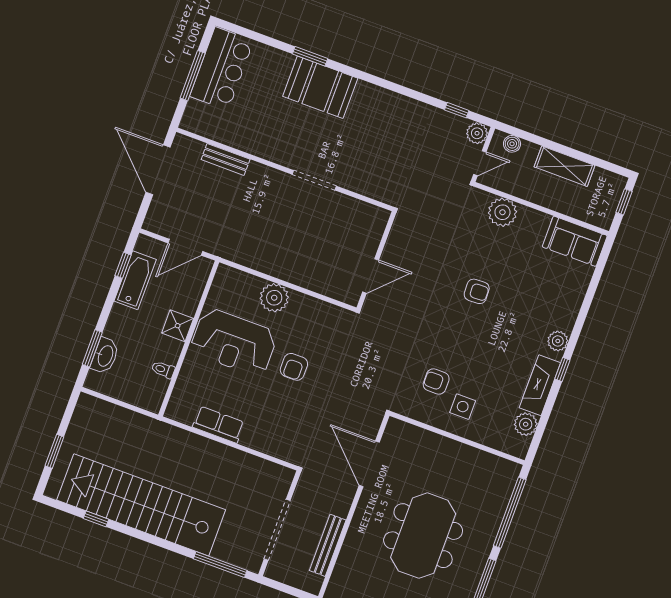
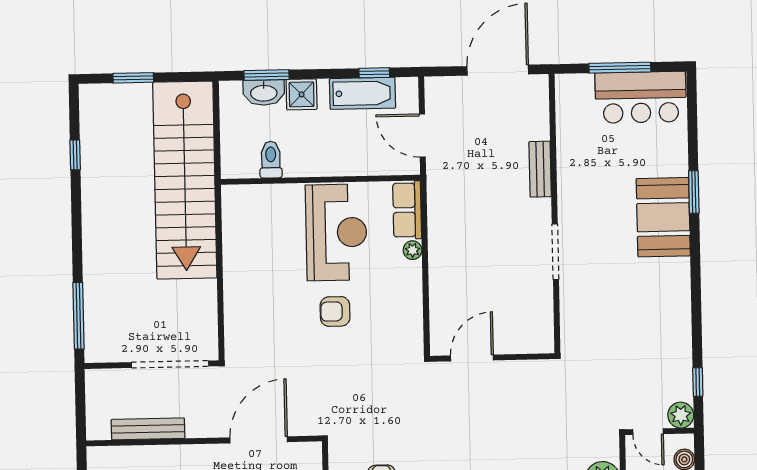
bench: (226, 159) -> (540, 169), moved
door: (371, 276) -> (472, 358), swing flipped
plant: (274, 298) -> (413, 250), width x0.53, depth x0.53
shower: (178, 326) -> (302, 94), moved
reception desk: (234, 342) -> (336, 232), turned 180
toilet: (163, 370) -> (271, 160), width x1.37, depth x1.39
row of seats: (218, 425) -> (407, 210), moved, turned 180
stairs: (141, 505) -> (185, 180), moved, turned 180
doorway: (277, 530) -> (170, 364), moved

